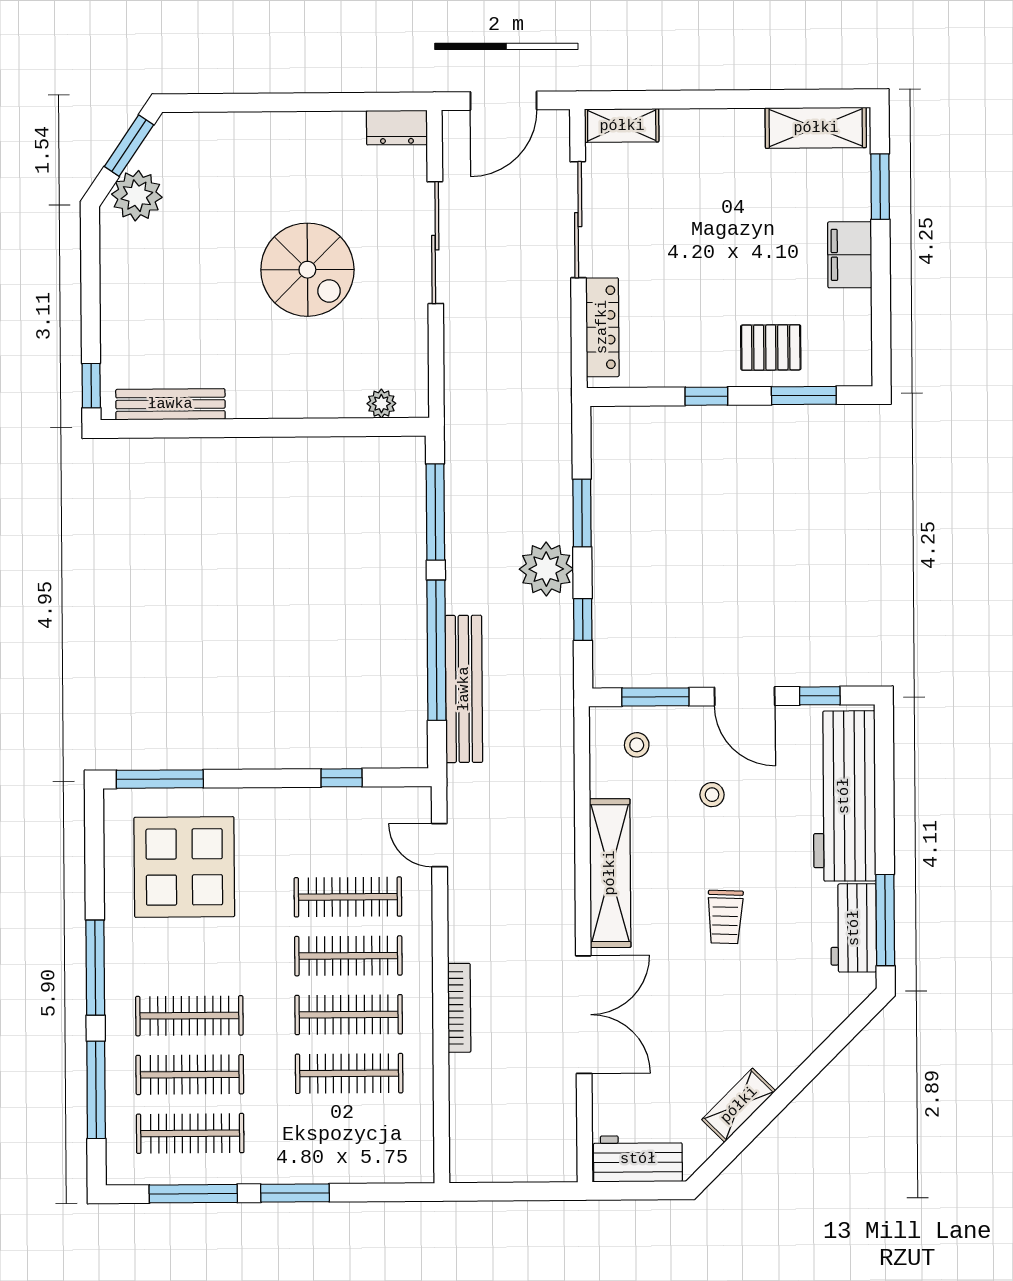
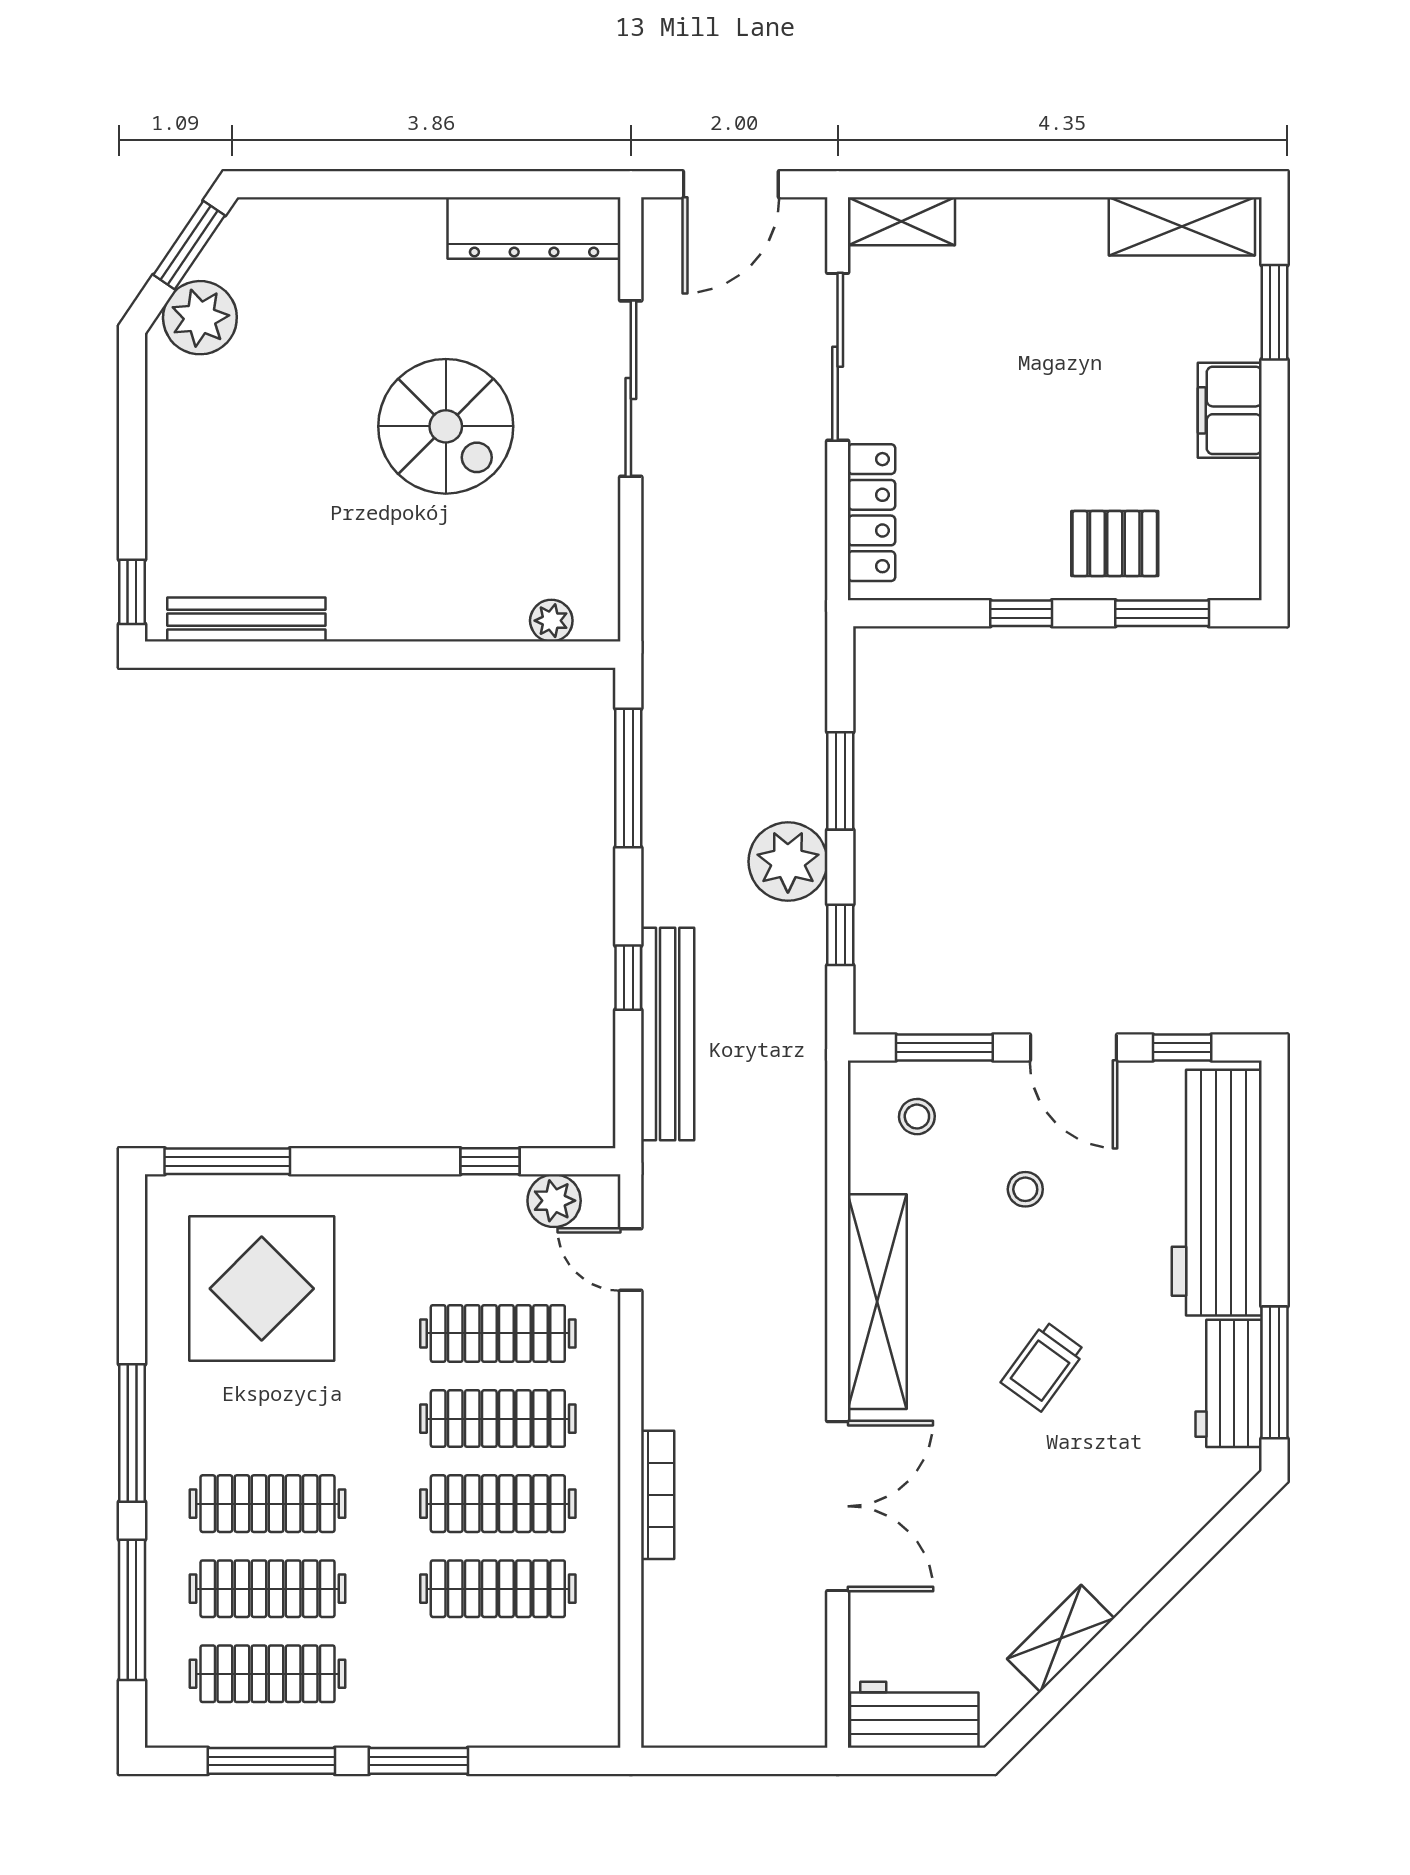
dresser: (397, 128) -> (534, 228), width x1.96, depth x1.24
window: (436, 650) -> (628, 978), width x0.32
plant: (386, 805) -> (554, 1201), added
trolley: (725, 917) -> (1043, 1366), turned 34

